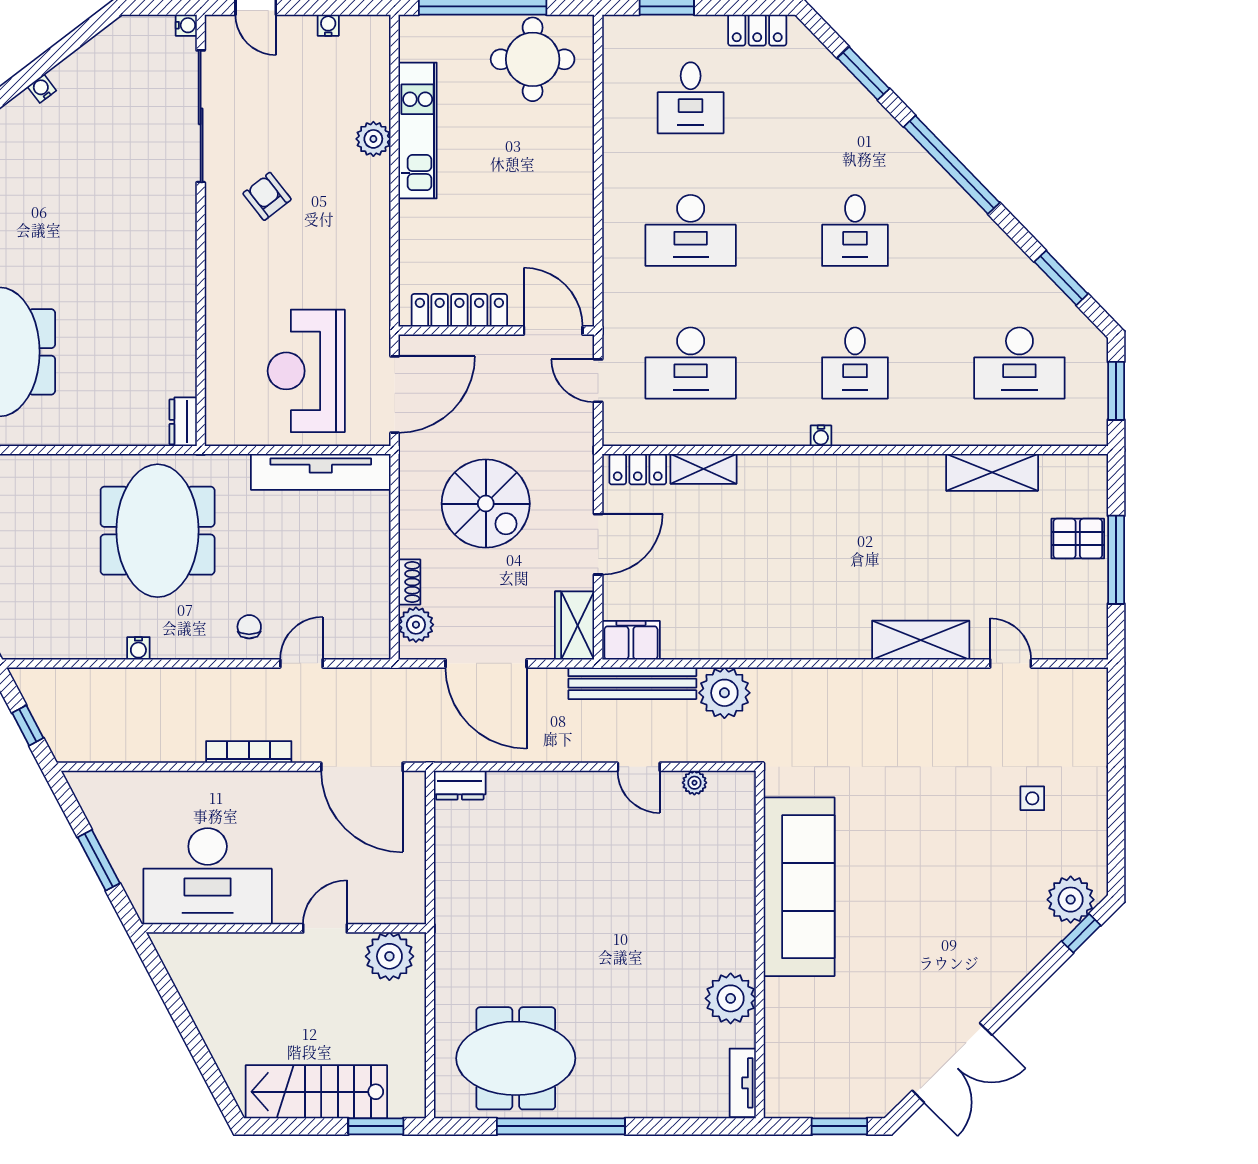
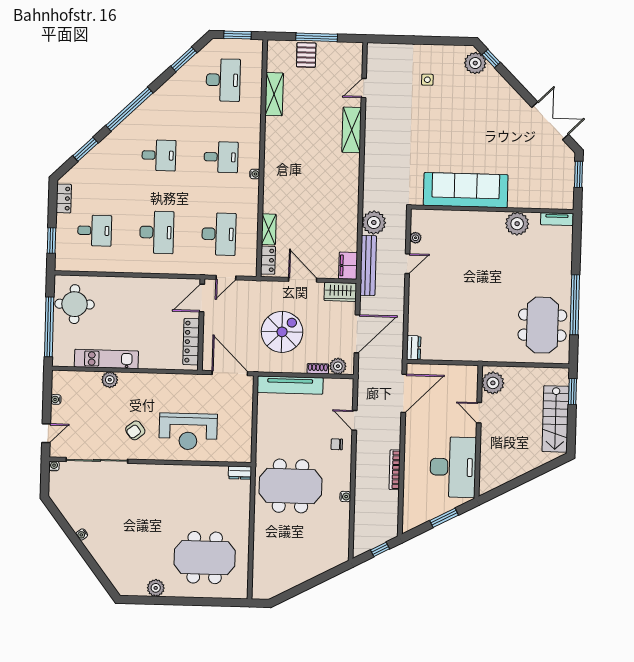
reception desk: (306, 371) -> (188, 431), moved
tv unit: (321, 472) -> (290, 385), moved, turned 90
bookcase: (249, 752) -> (395, 470), moved

